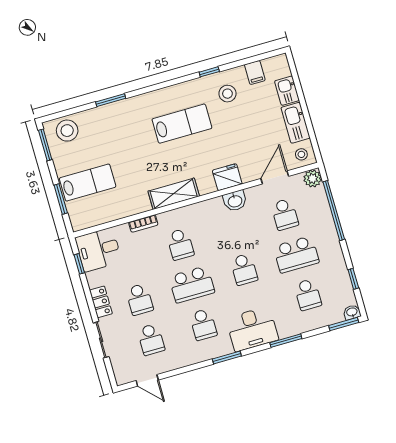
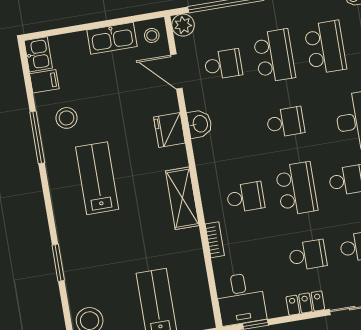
window: (209, 72) -> (37, 137), width x2.17
kitchen sink: (287, 91) -> (38, 54), moved, turned -90
school desk: (308, 295) -> (325, 47), width x1.85

